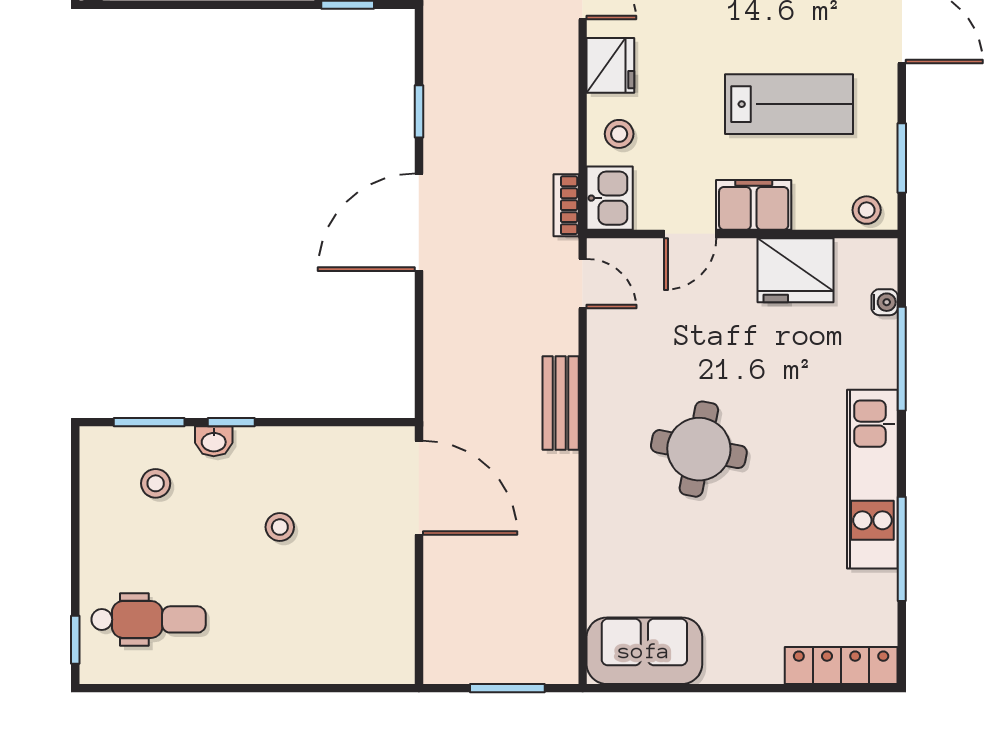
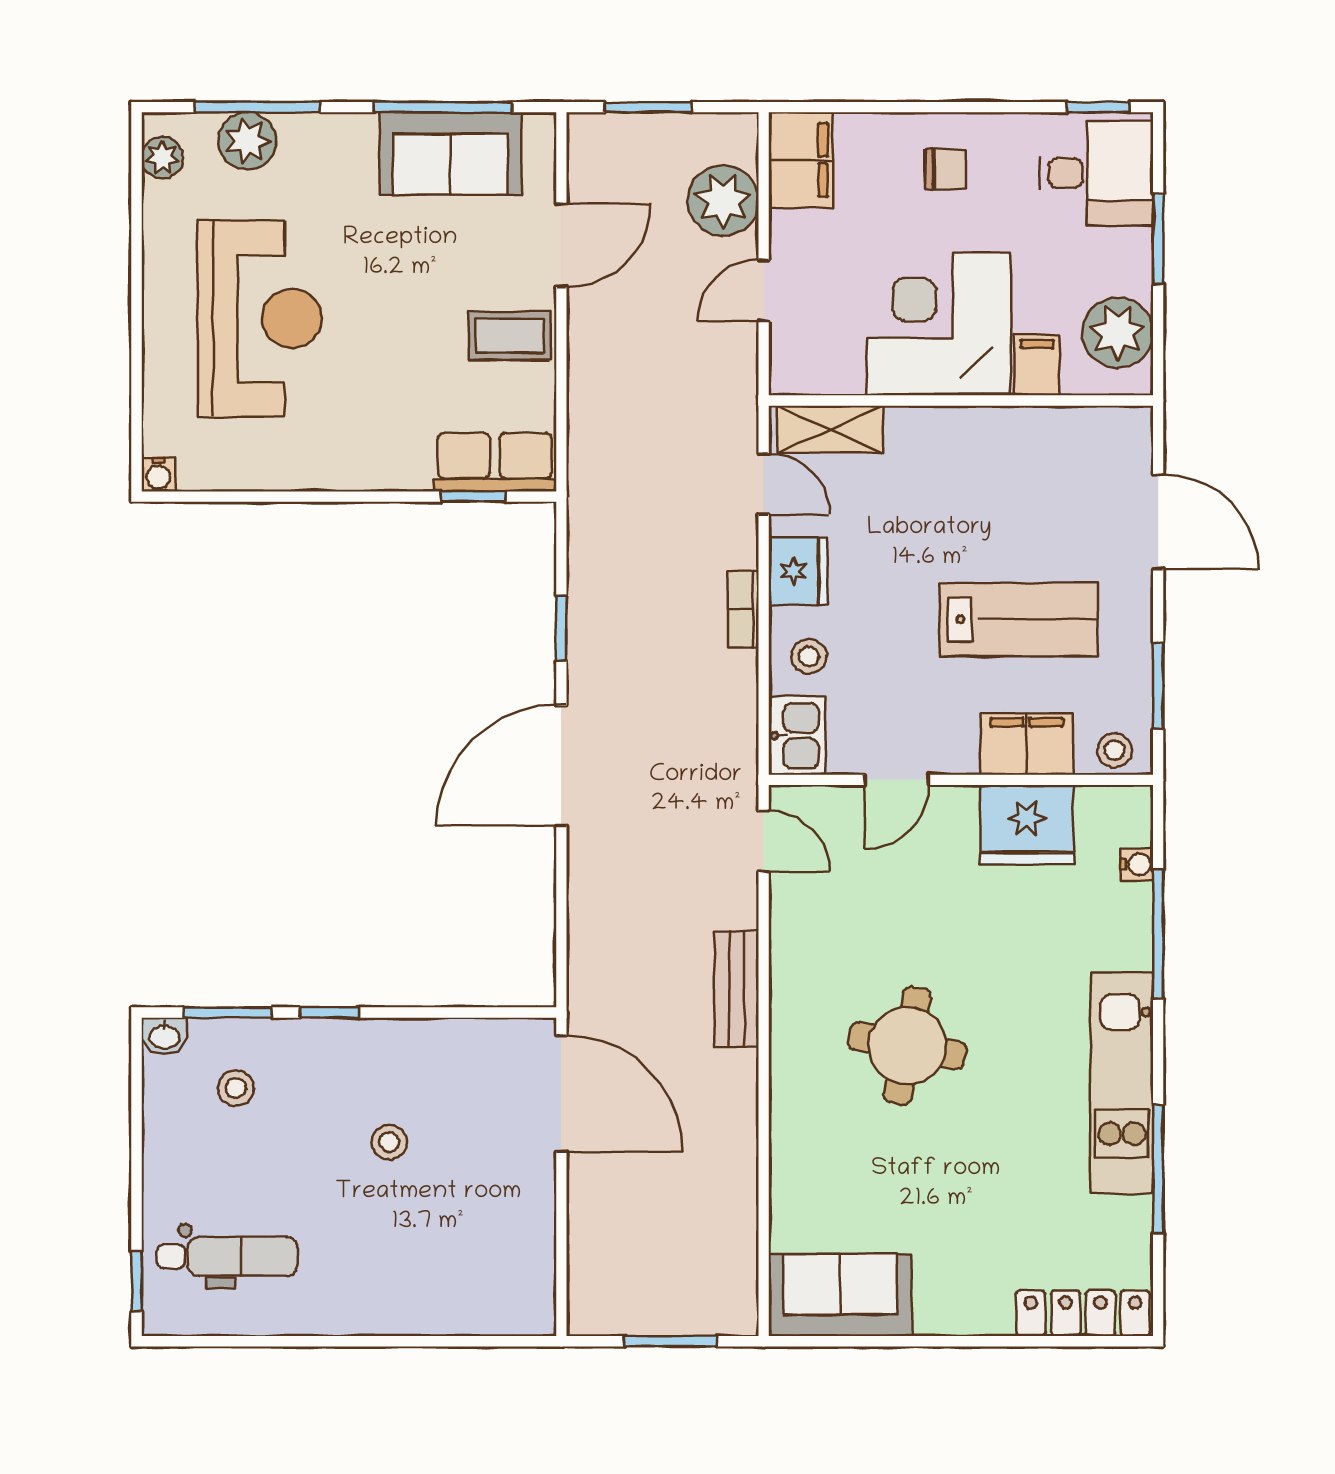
bookcase: (566, 205) -> (743, 609), moved
filing cabinet: (754, 205) -> (1027, 744), moved
washbasin: (214, 441) -> (165, 1036), moved

